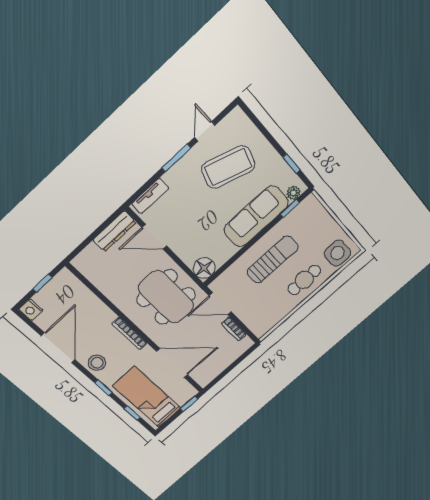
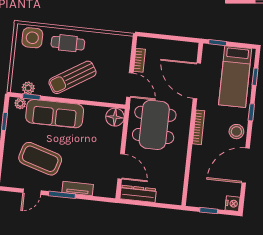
tv unit: (150, 196) -> (78, 188), moved
plant: (300, 212) -> (28, 88), added
sun lounger: (273, 260) -> (72, 77), turned -32

